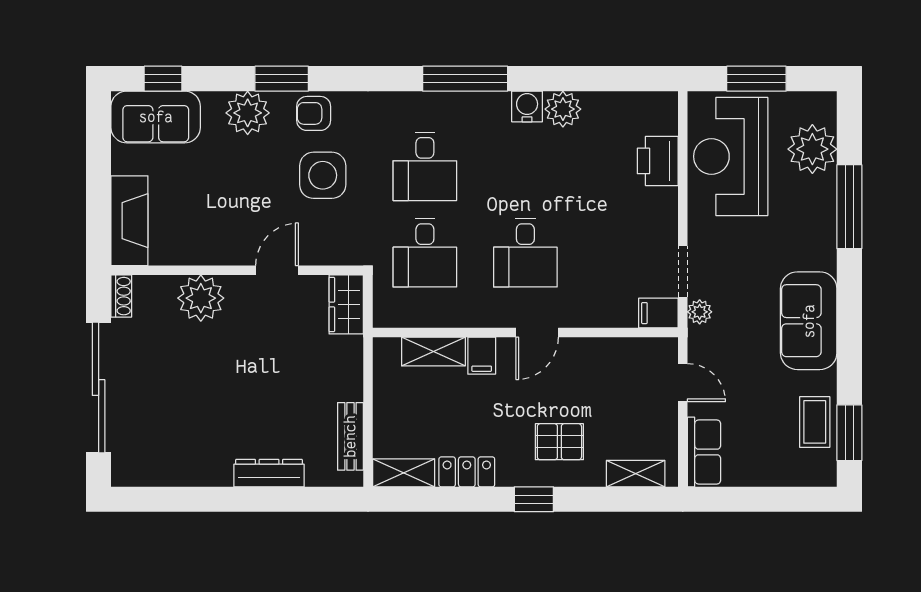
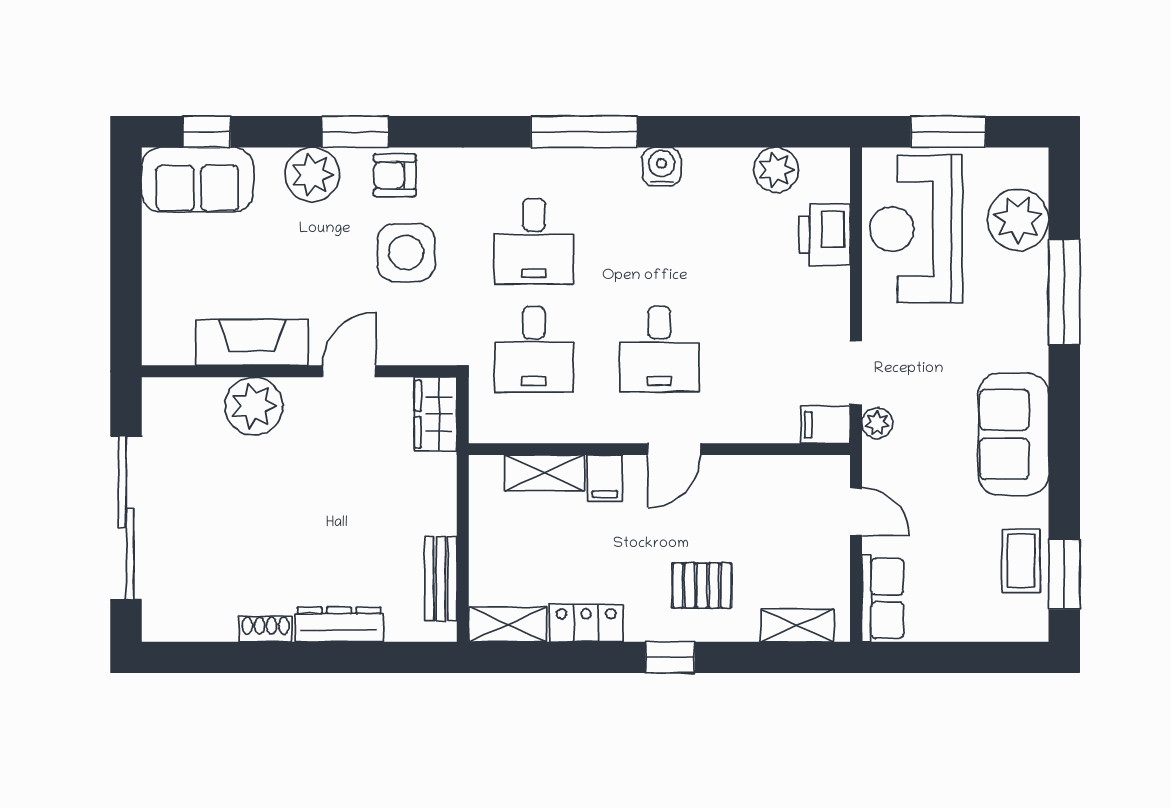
plant: (563, 109) -> (776, 170), moved
fireplace: (129, 221) -> (252, 342), moved, turned -90
shoe rack: (121, 296) -> (266, 629), moved, turned -90

